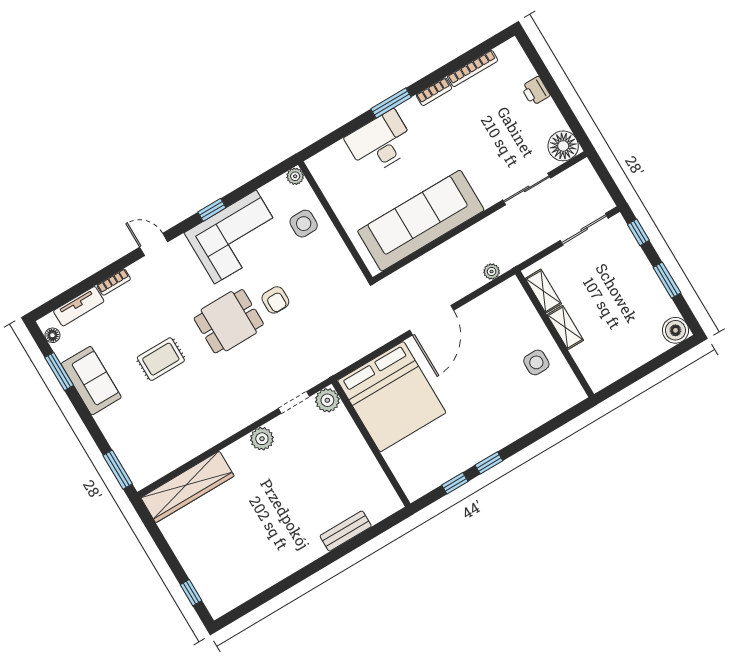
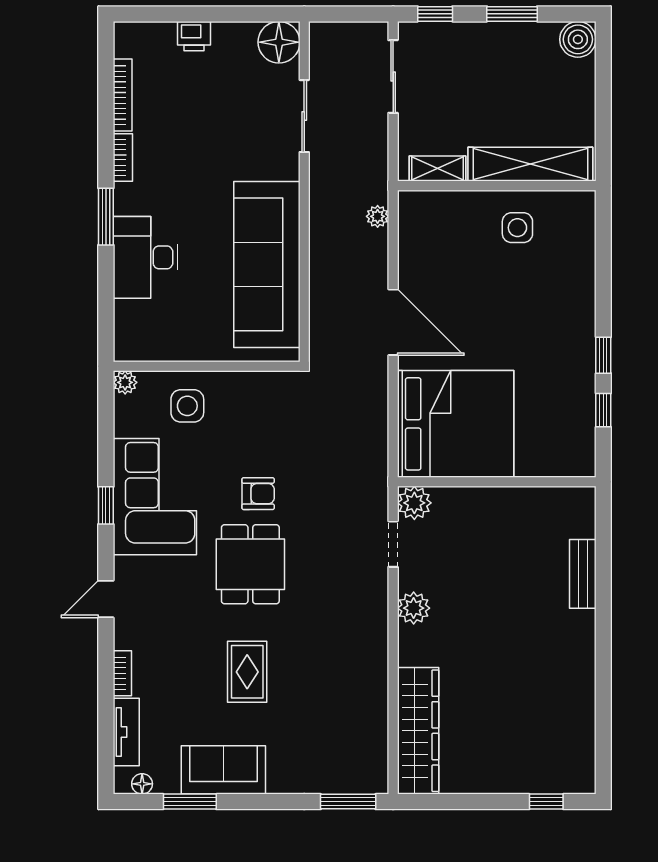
shelving: (565, 328) -> (530, 164), width x2.20, depth x1.33

